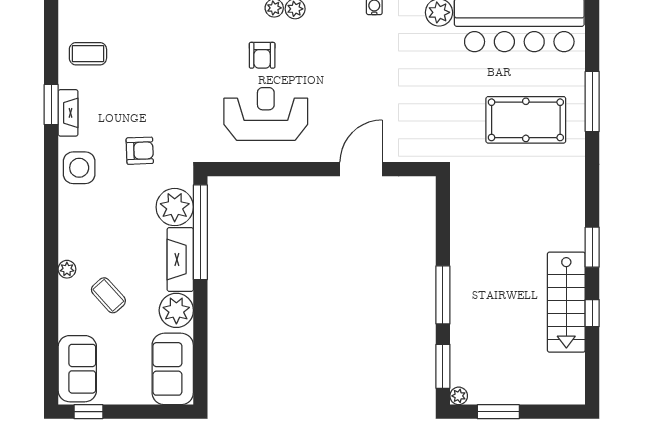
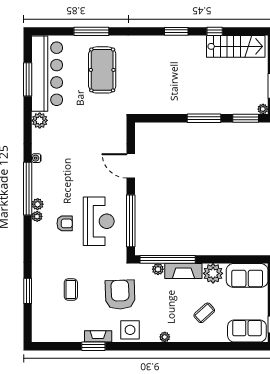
coffee table: (88, 54) -> (71, 290), moved
reception desk: (266, 114) -> (99, 221), turned 180
armchair: (140, 151) -> (120, 295), width x1.88, depth x1.88
window: (266, 169) -> (131, 221), added
plant: (175, 207) -> (158, 269), width x0.53, depth x0.53
plant: (67, 269) -> (165, 337), moved
stairs: (566, 302) -> (236, 46), moved

